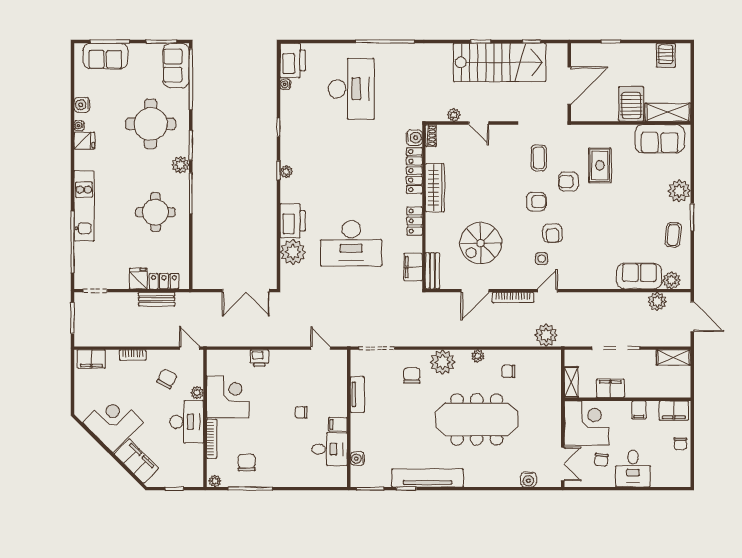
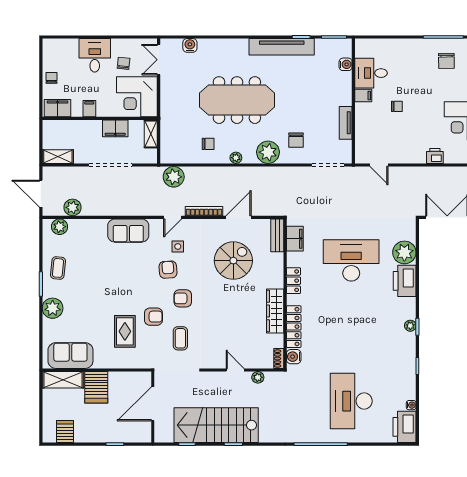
sofa: (639, 276) -> (128, 231), moved

